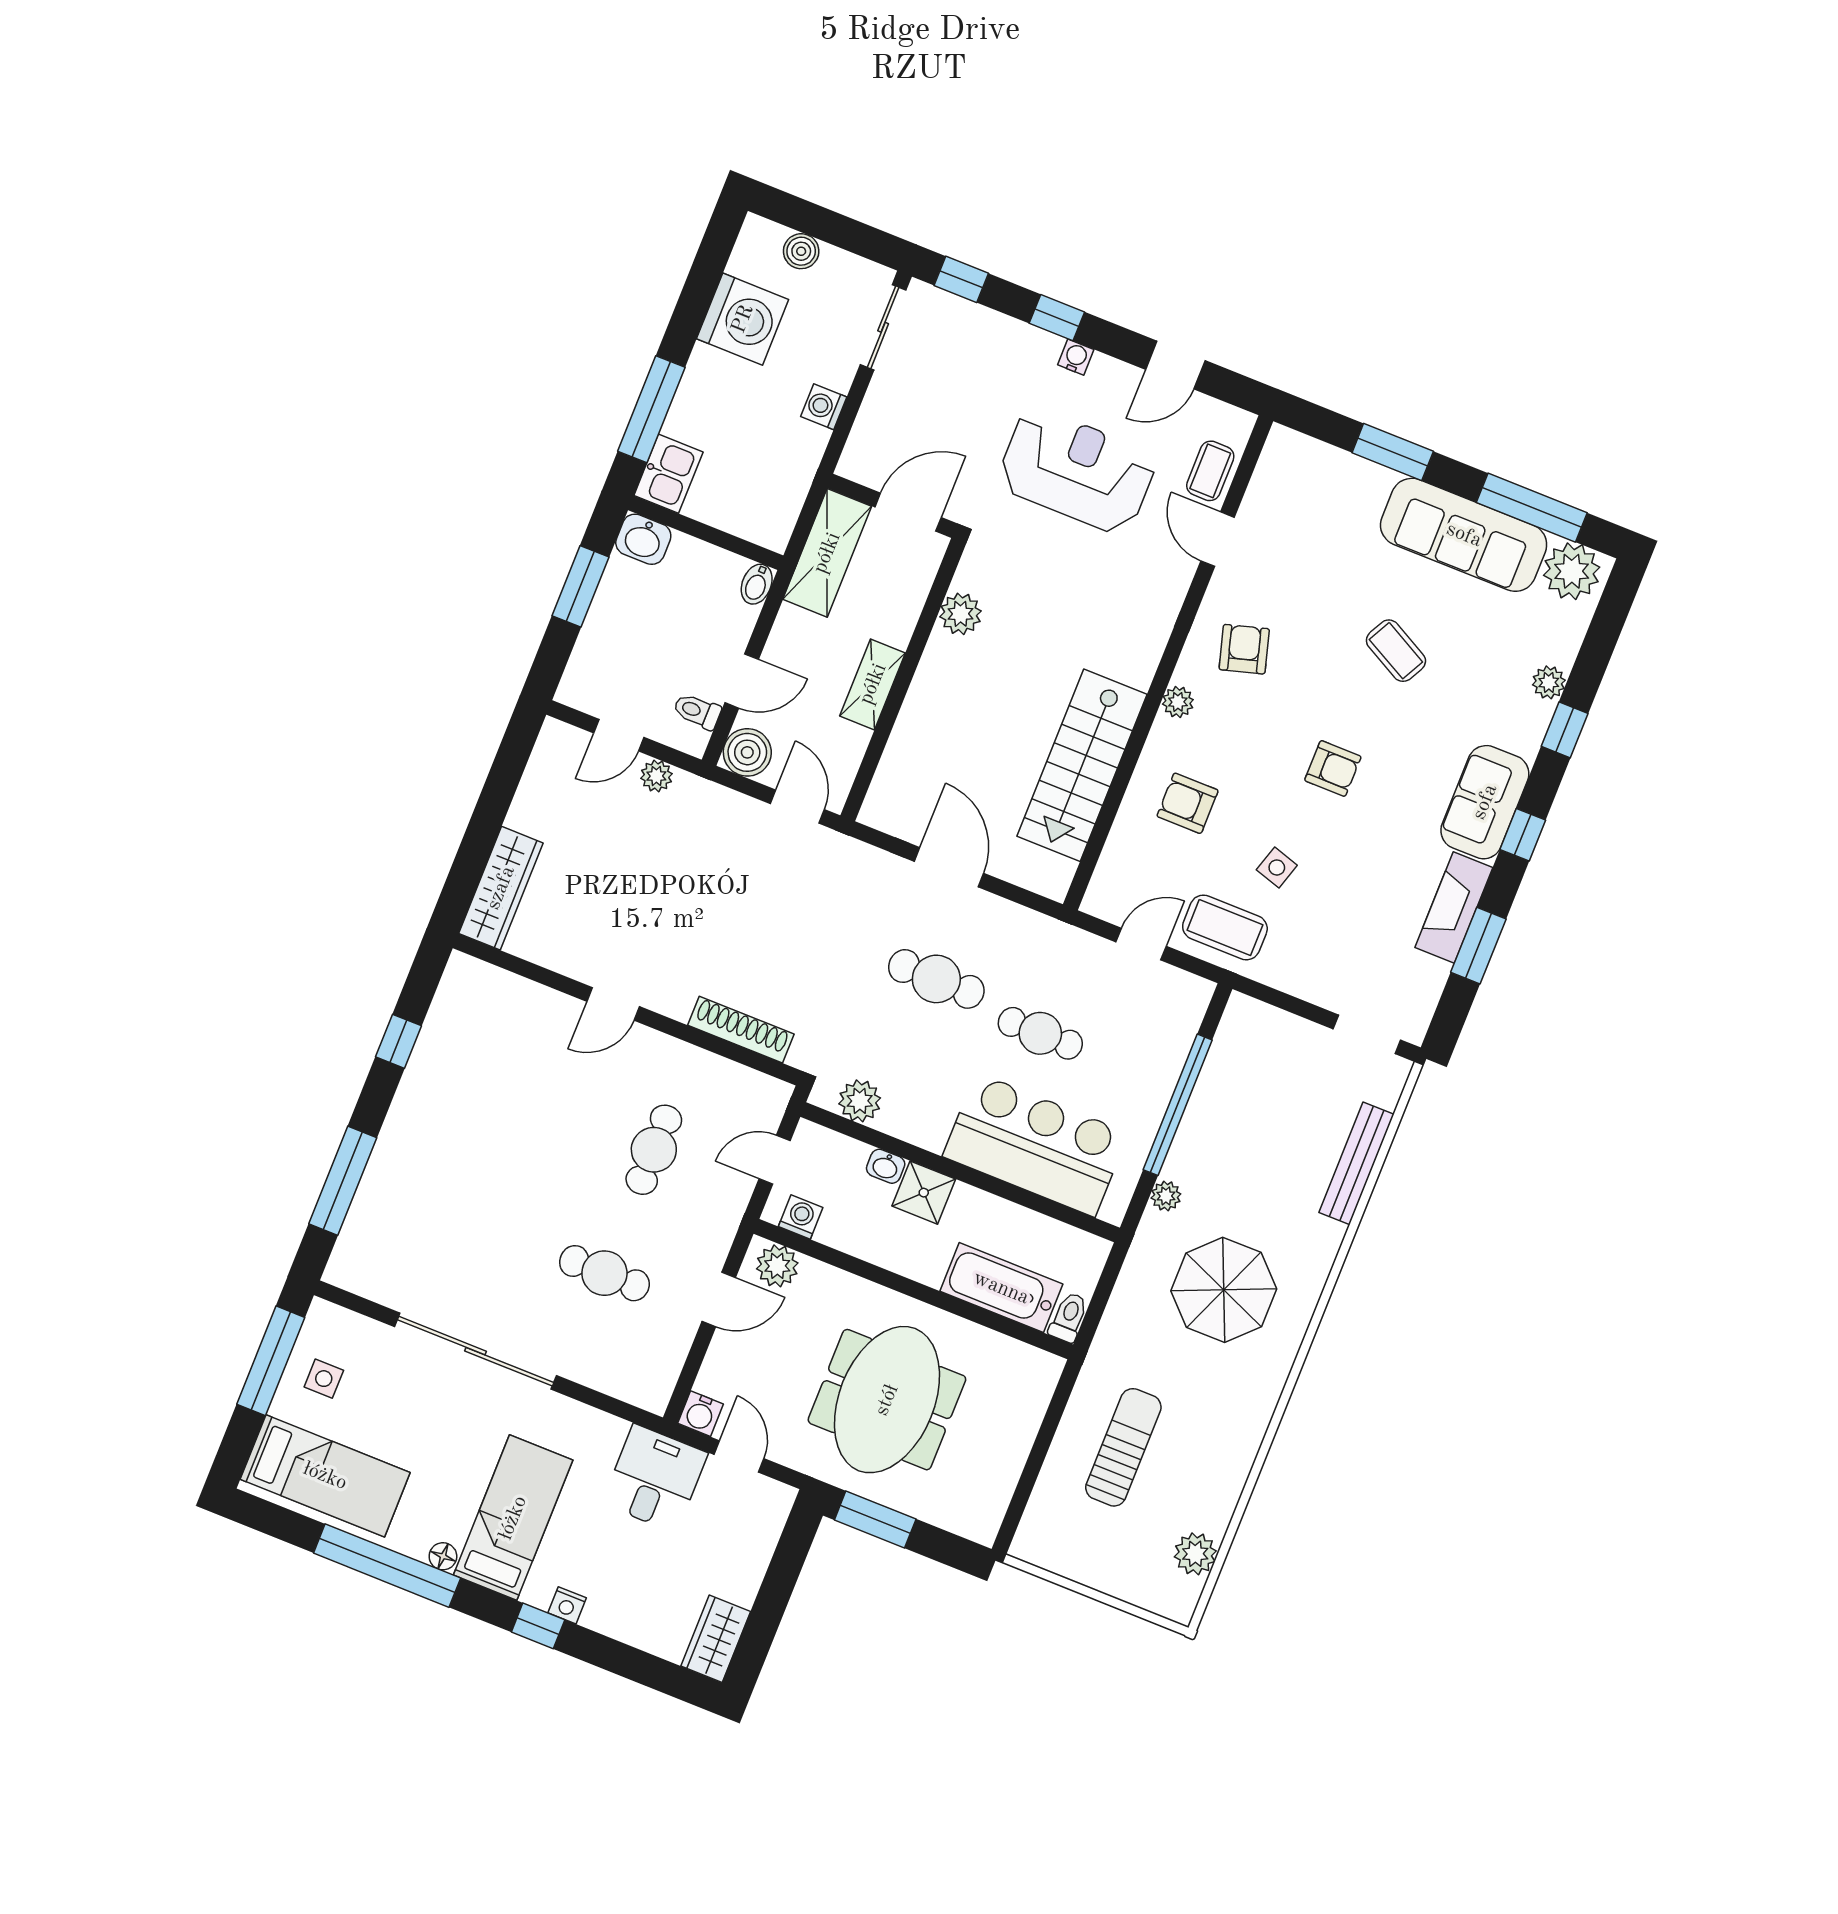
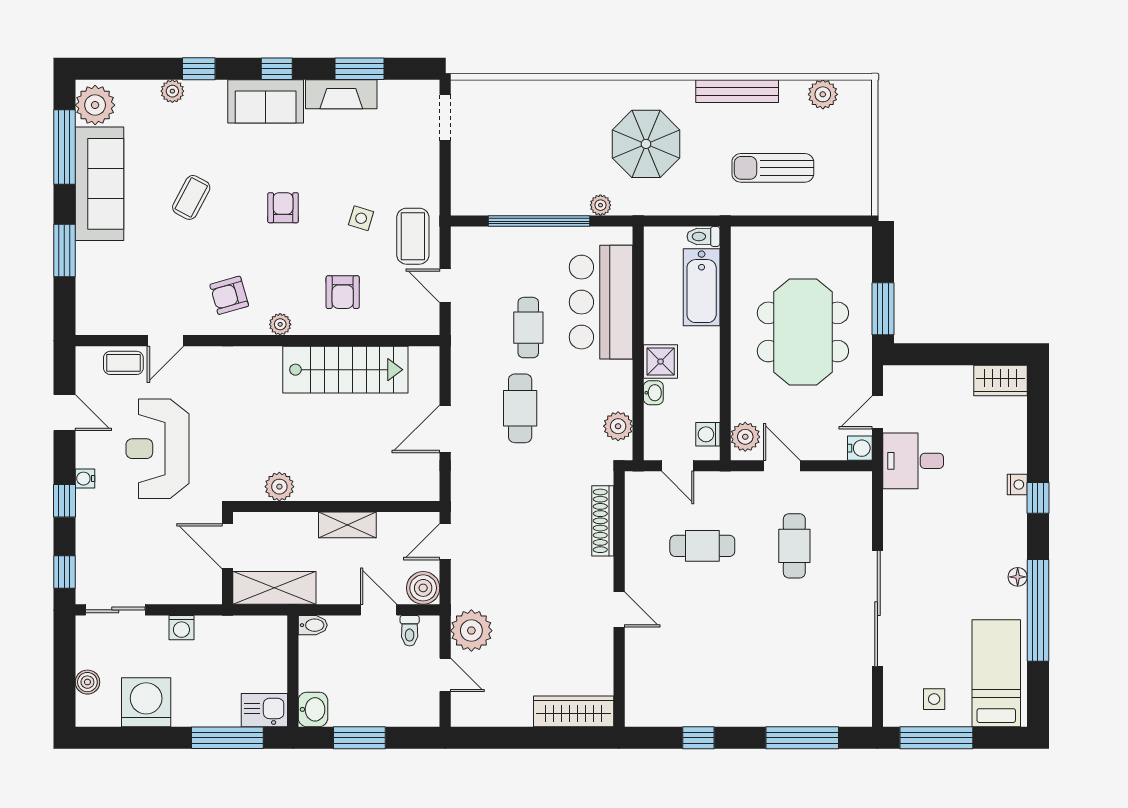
plant: (656, 776) -> (471, 631), width x1.88, depth x1.88
bench: (1356, 1163) -> (737, 91), moved
meeting table: (887, 1400) -> (803, 332), turned 90
bed: (513, 1518) -> (975, 542), removed

